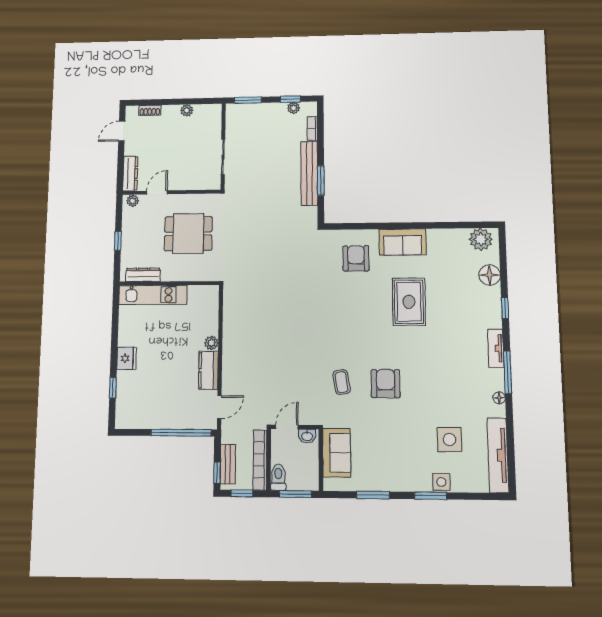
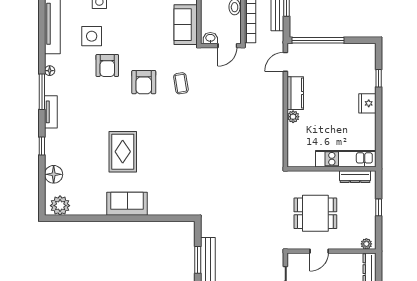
door: (157, 192) -> (319, 251), moved
armchair: (356, 258) -> (107, 65), moved

